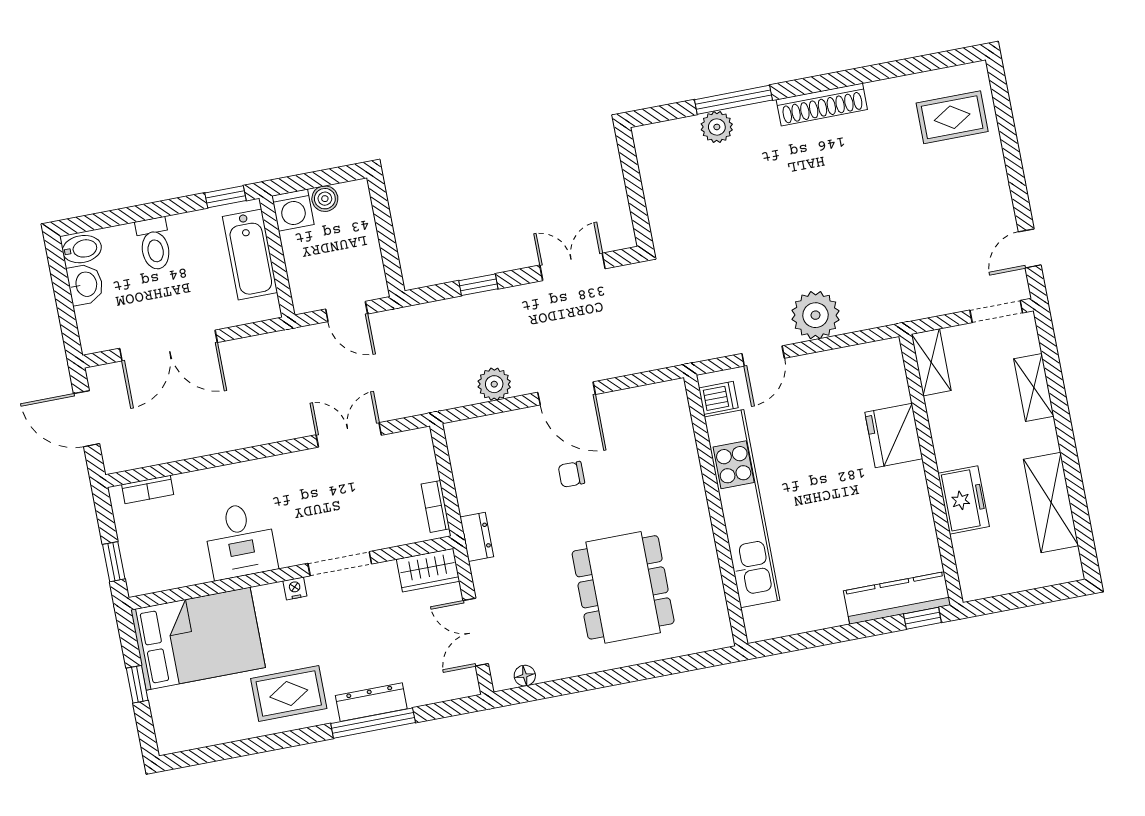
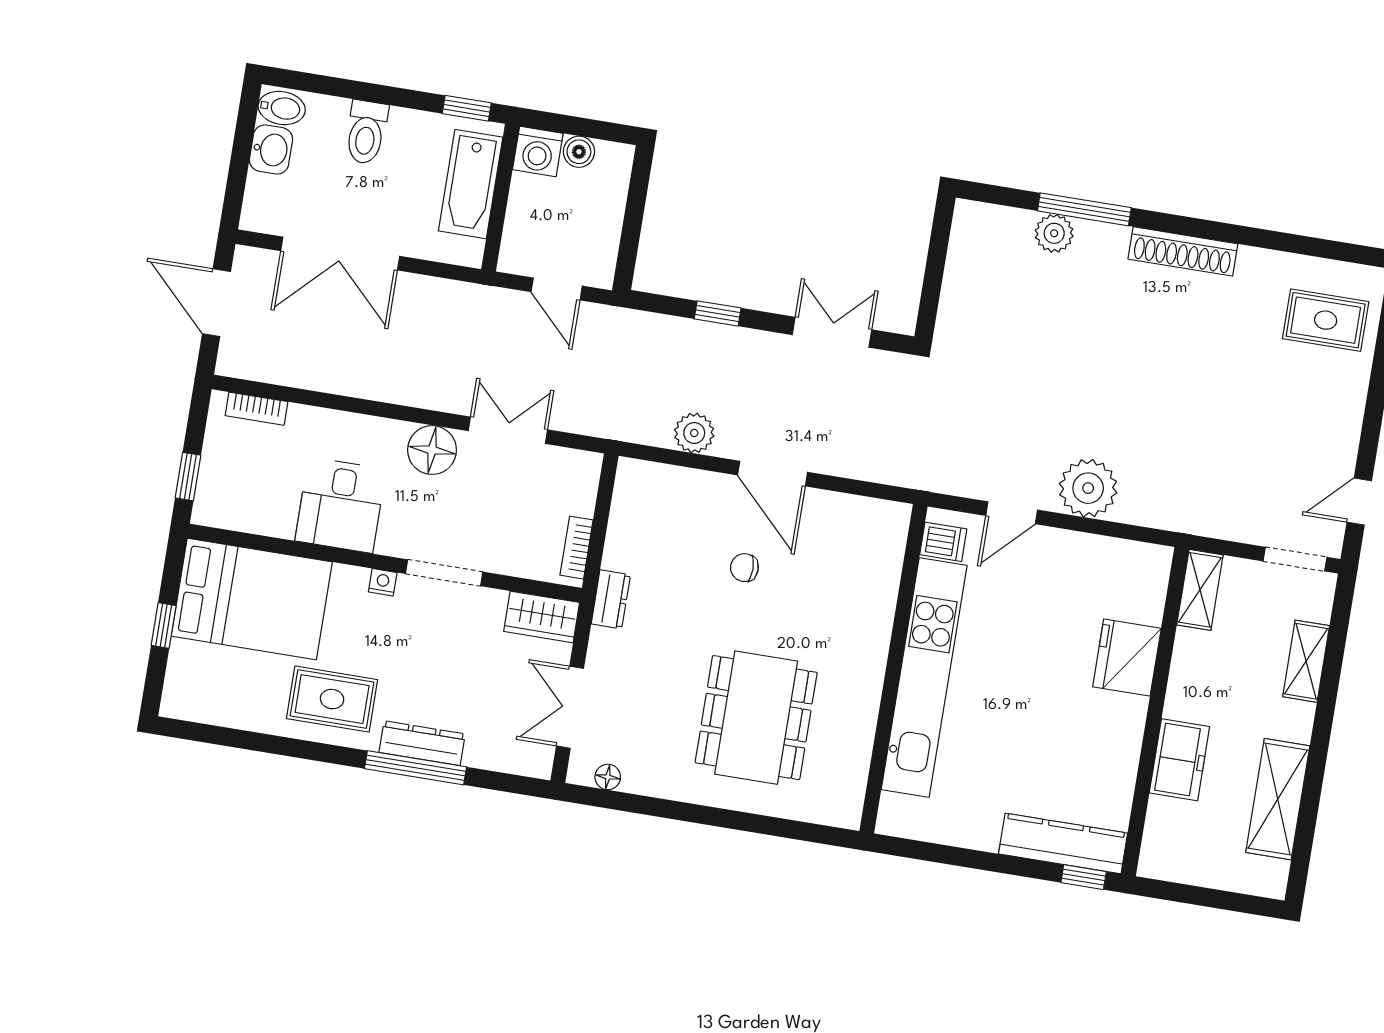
floor lamp: (296, 472) -> (432, 450), added

